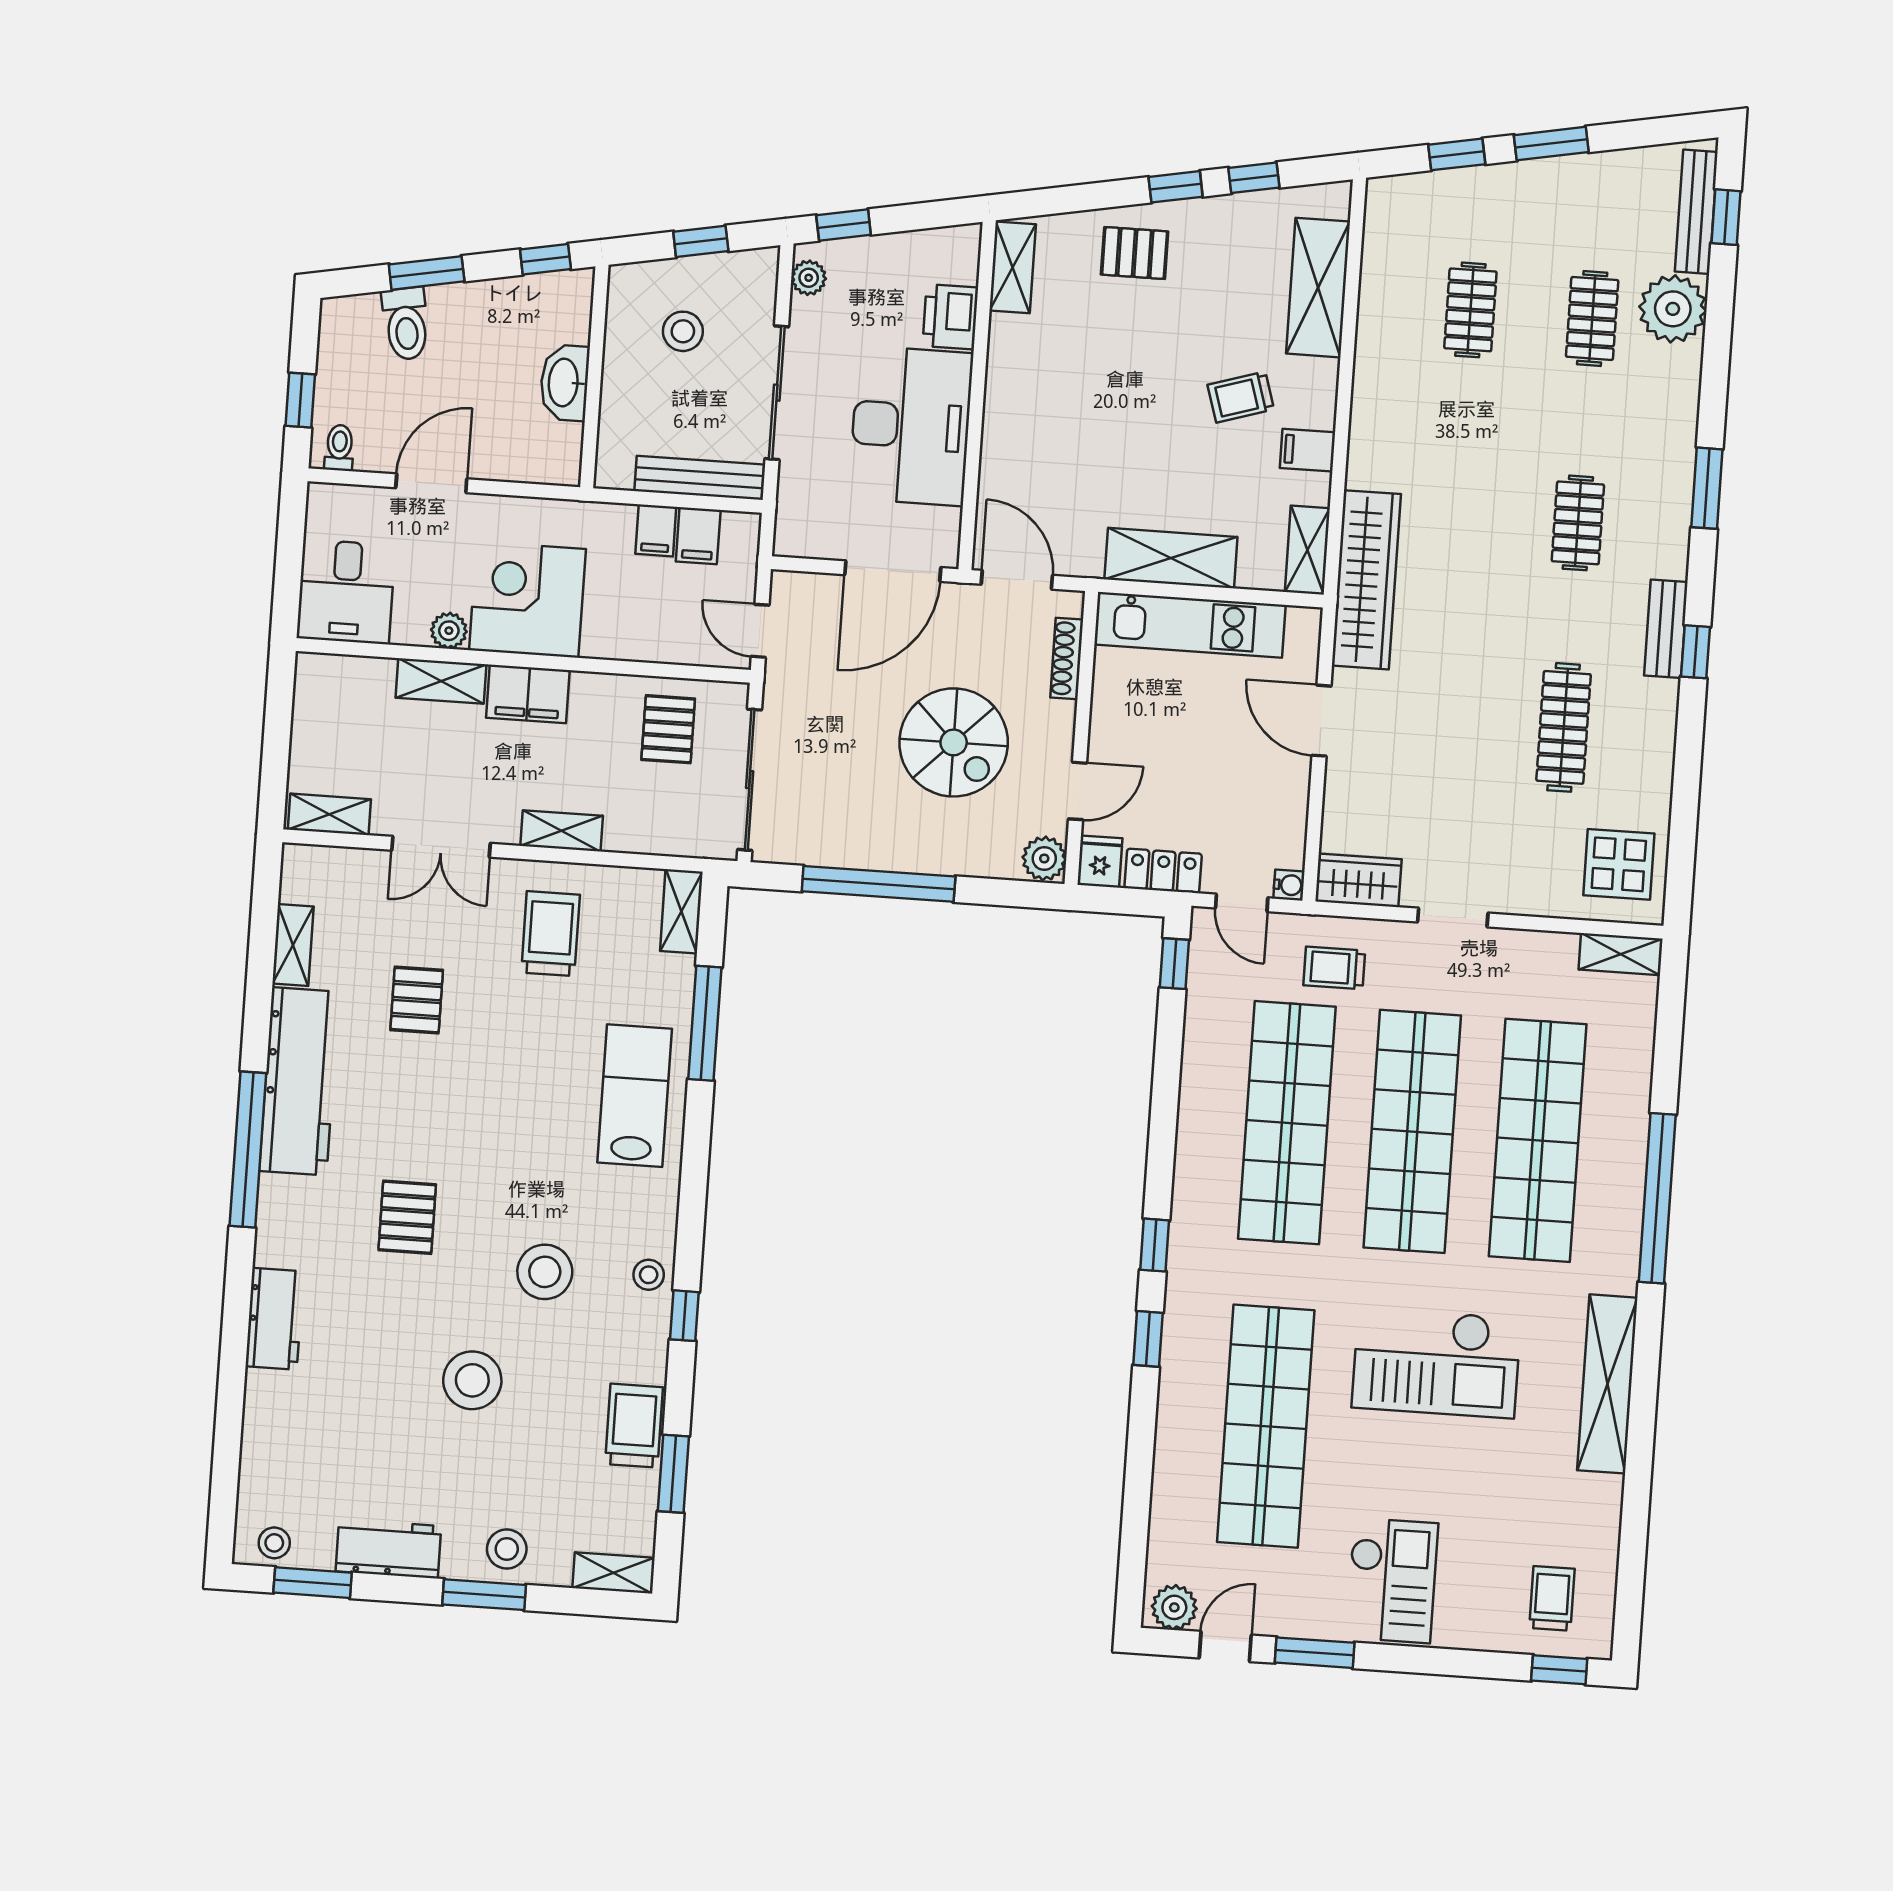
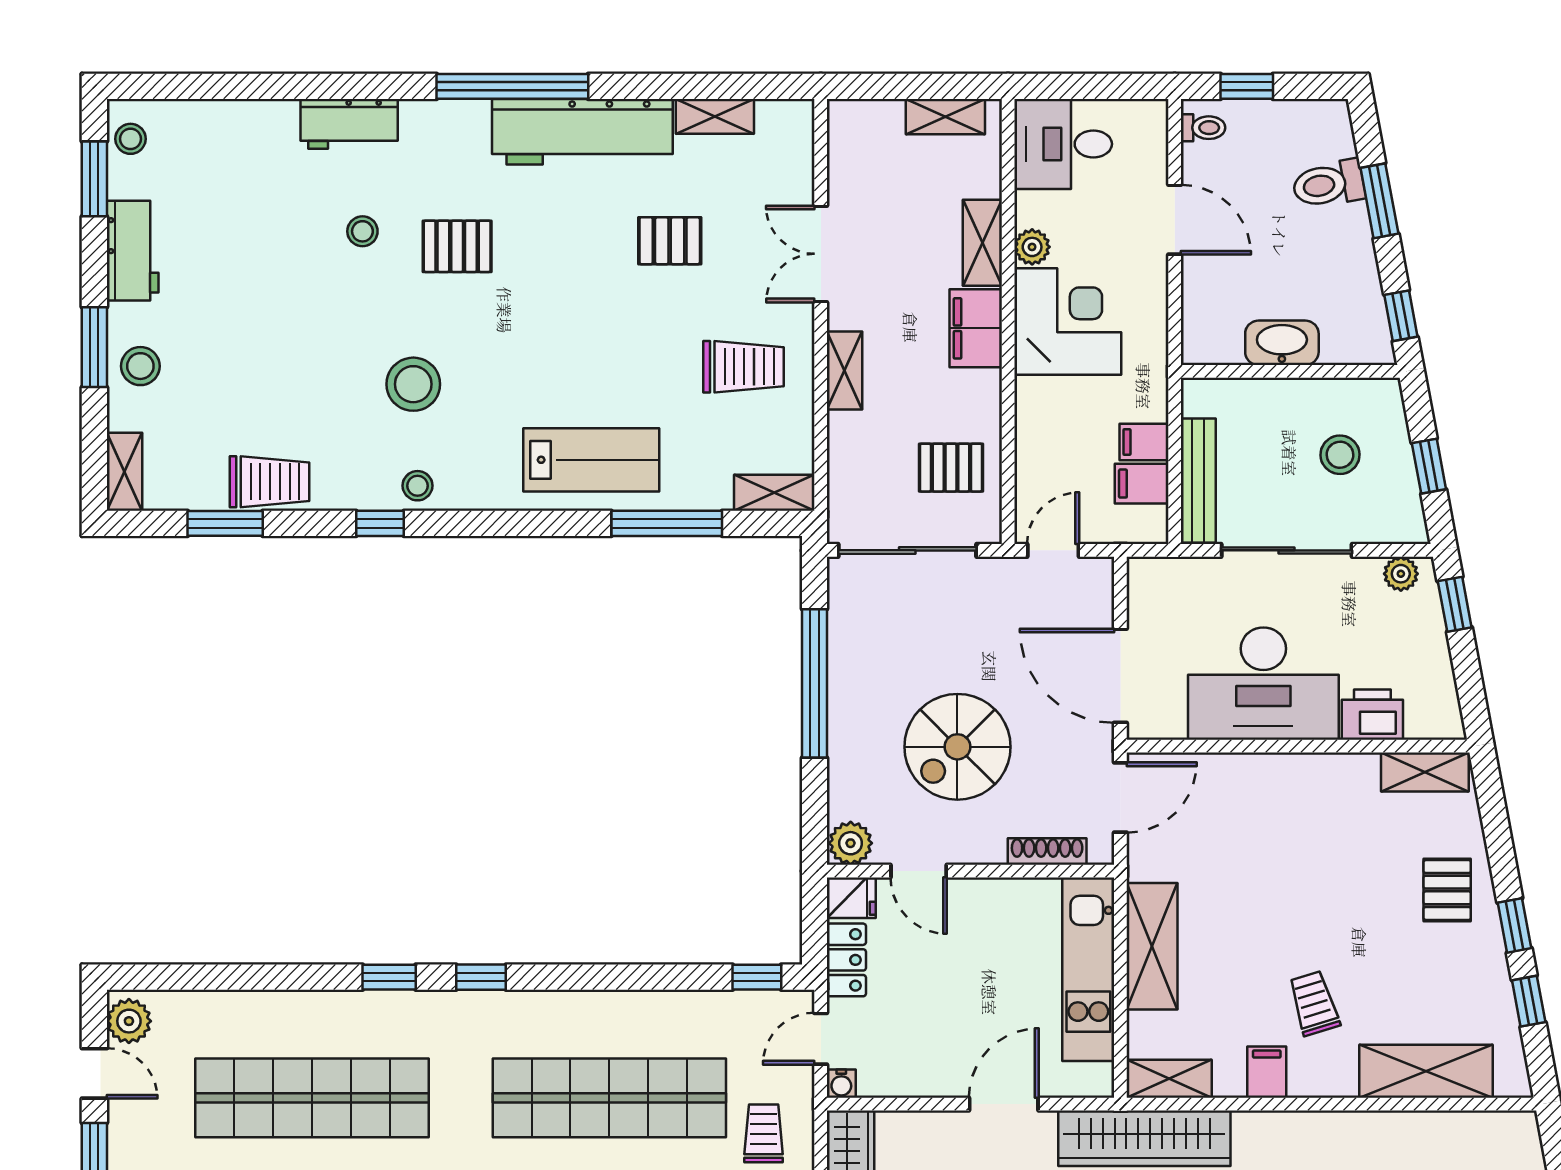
shelving: (329, 814) -> (945, 117), moved, turned 90
stool: (472, 1380) -> (362, 231), moved, width x0.53, depth x0.53

